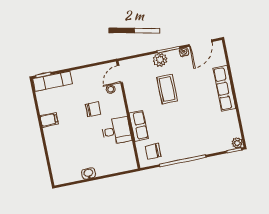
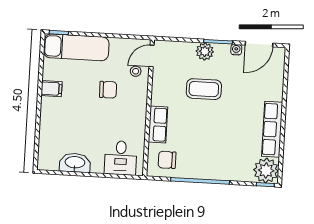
exam couch: (52, 81) -> (76, 47), width x1.36, depth x1.45
row of seats: (224, 88) -> (272, 129), moved
coffee table: (167, 89) -> (204, 89), turned 90
desk: (116, 131) -> (121, 158), moved, turned 90
plant: (237, 143) -> (266, 170), width x1.87, depth x1.87
washbasin: (89, 173) -> (75, 163), width x1.91, depth x1.45

